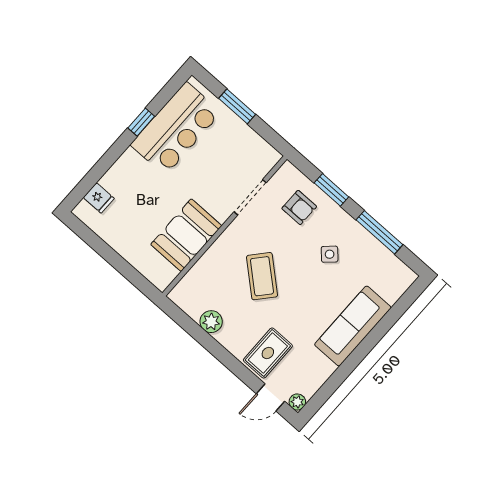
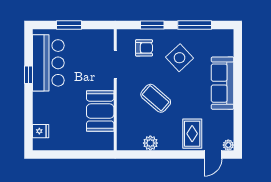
side table: (330, 254) -> (180, 58), width x1.87, depth x1.87

